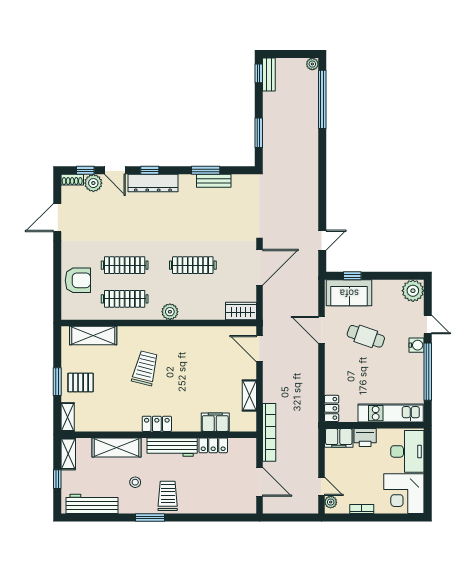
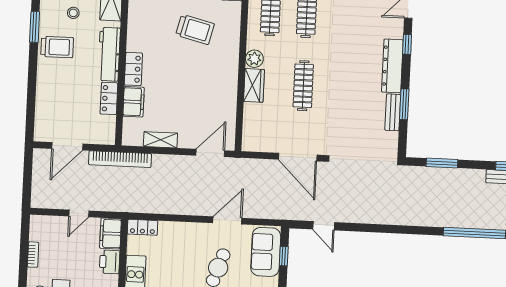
dresser: (153, 183) -> (392, 66), moved
wardrobe: (241, 311) -> (254, 85), moved
locker: (157, 424) -> (133, 69), moved
door: (321, 486) -> (79, 213), moved
plant: (331, 502) -> (42, 222), removed

